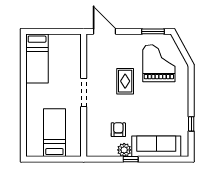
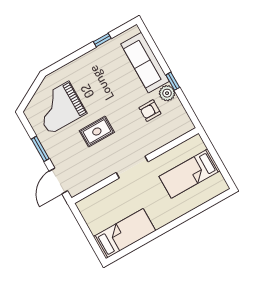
window: (153, 31) -> (40, 149), moved

